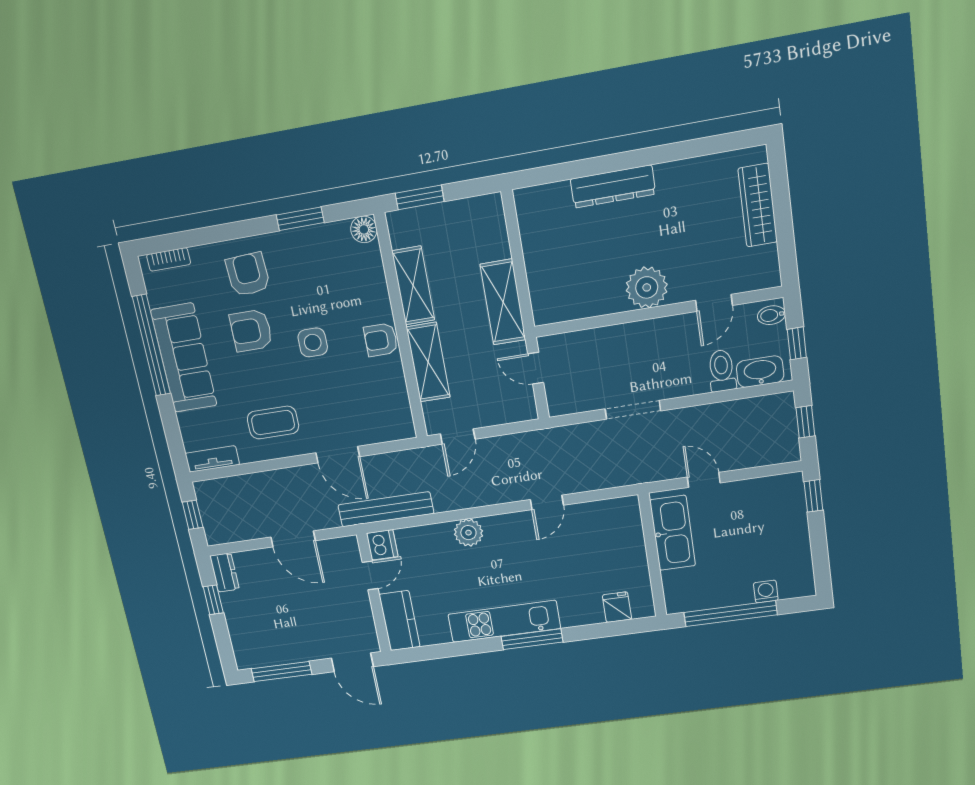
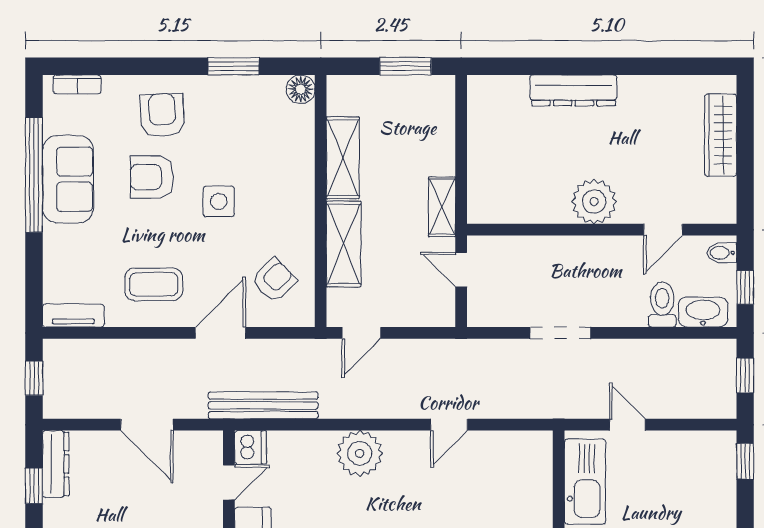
window: (420, 197) -> (405, 66), moved
shelving: (503, 302) -> (442, 207), width x0.67, depth x0.75
armchair: (381, 340) -> (274, 280), moved, turned 136
sofa: (184, 358) -> (68, 179), width x0.73
door: (338, 455) -> (220, 333), swing flipped
plant: (468, 533) -> (360, 453), width x1.36, depth x1.36
dresser: (225, 572) -> (56, 464), width x1.44

